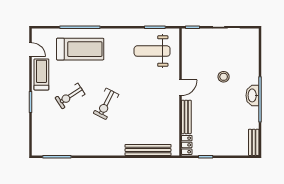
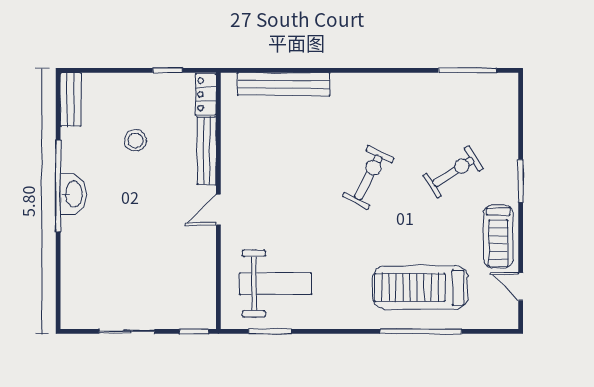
stool: (224, 77) -> (135, 140), moved
exercise bike: (70, 96) -> (453, 172), moved

